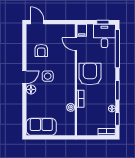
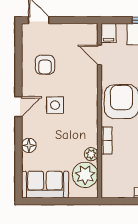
floor lamp: (31, 89) -> (29, 145), moved
plant: (67, 121) -> (85, 175), added

